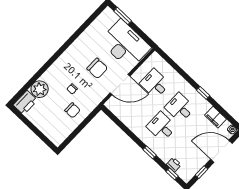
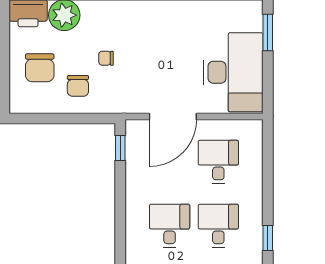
chair: (97, 68) -> (40, 68), moved
door: (120, 85) -> (173, 117), hinge flipped
window: (150, 152) -> (120, 148), moved

